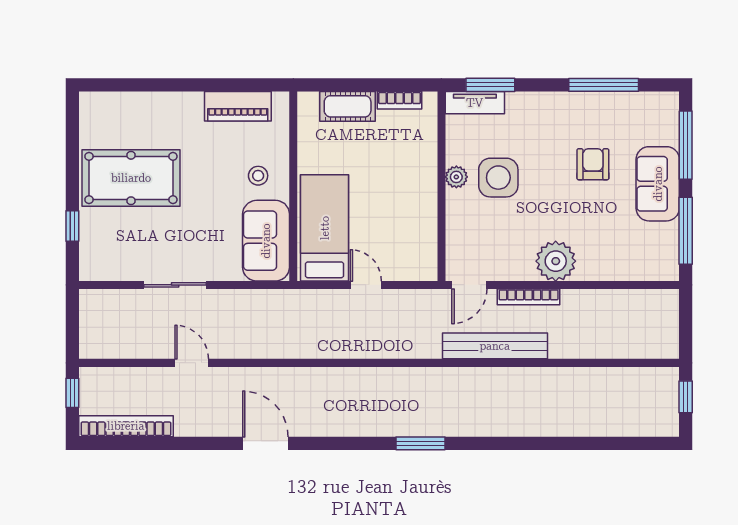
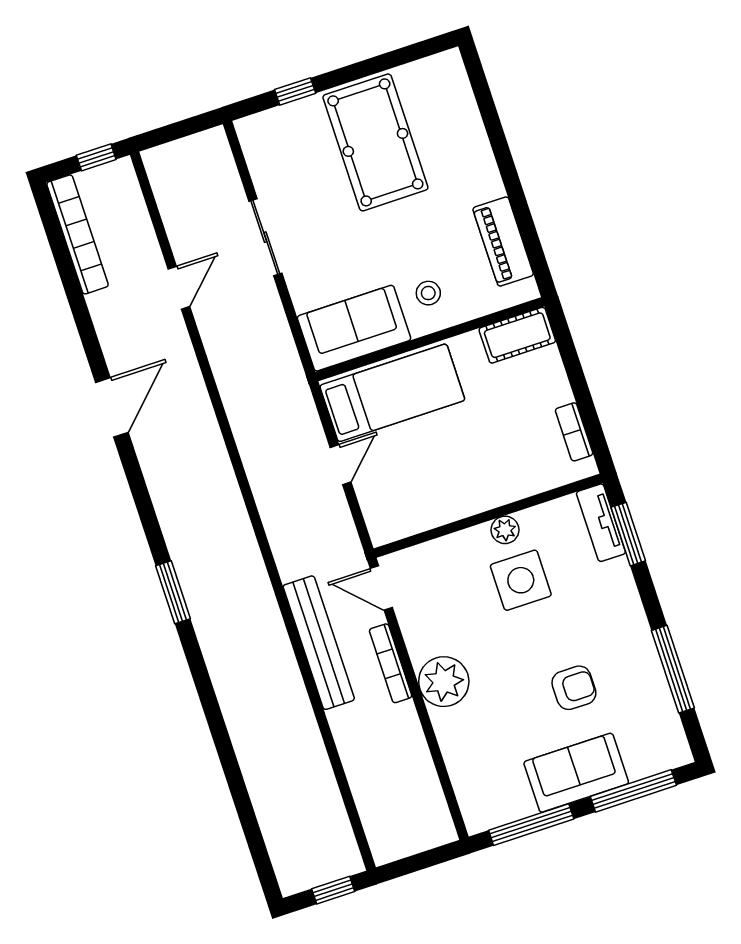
cot: (348, 106) -> (517, 335), moved, turned 90

